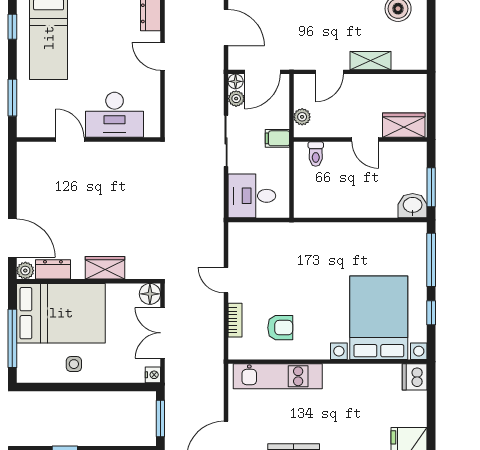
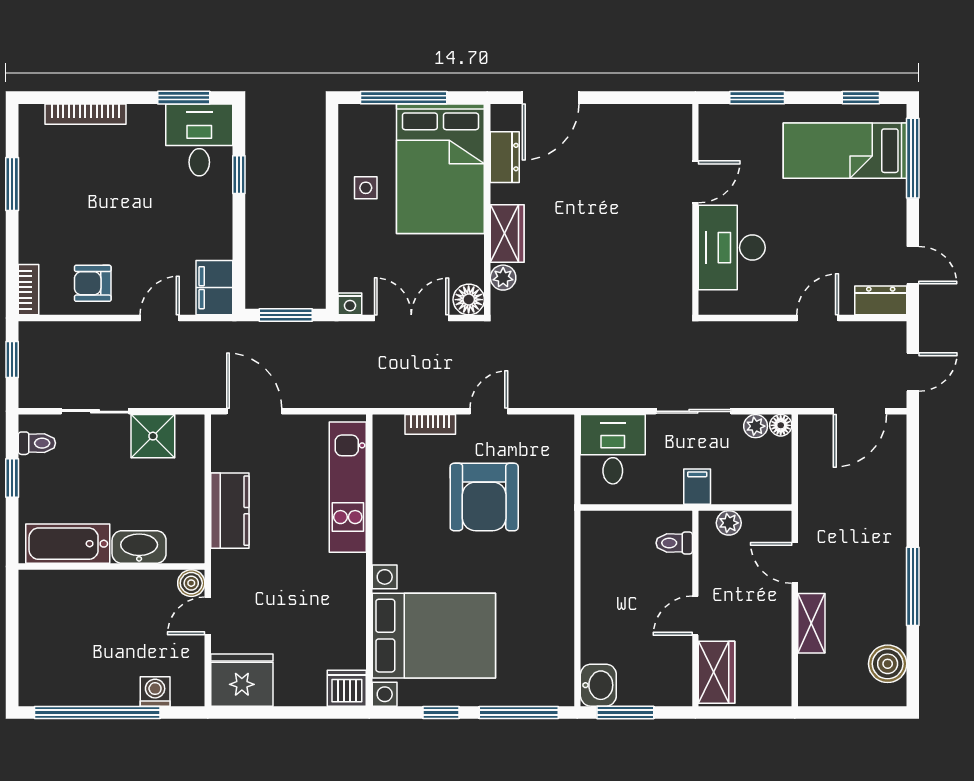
door: (262, 72) -> (795, 465), removed
plant: (25, 271) -> (503, 278), moved
armchair: (280, 328) -> (484, 497), moved, width x1.88, depth x1.88

